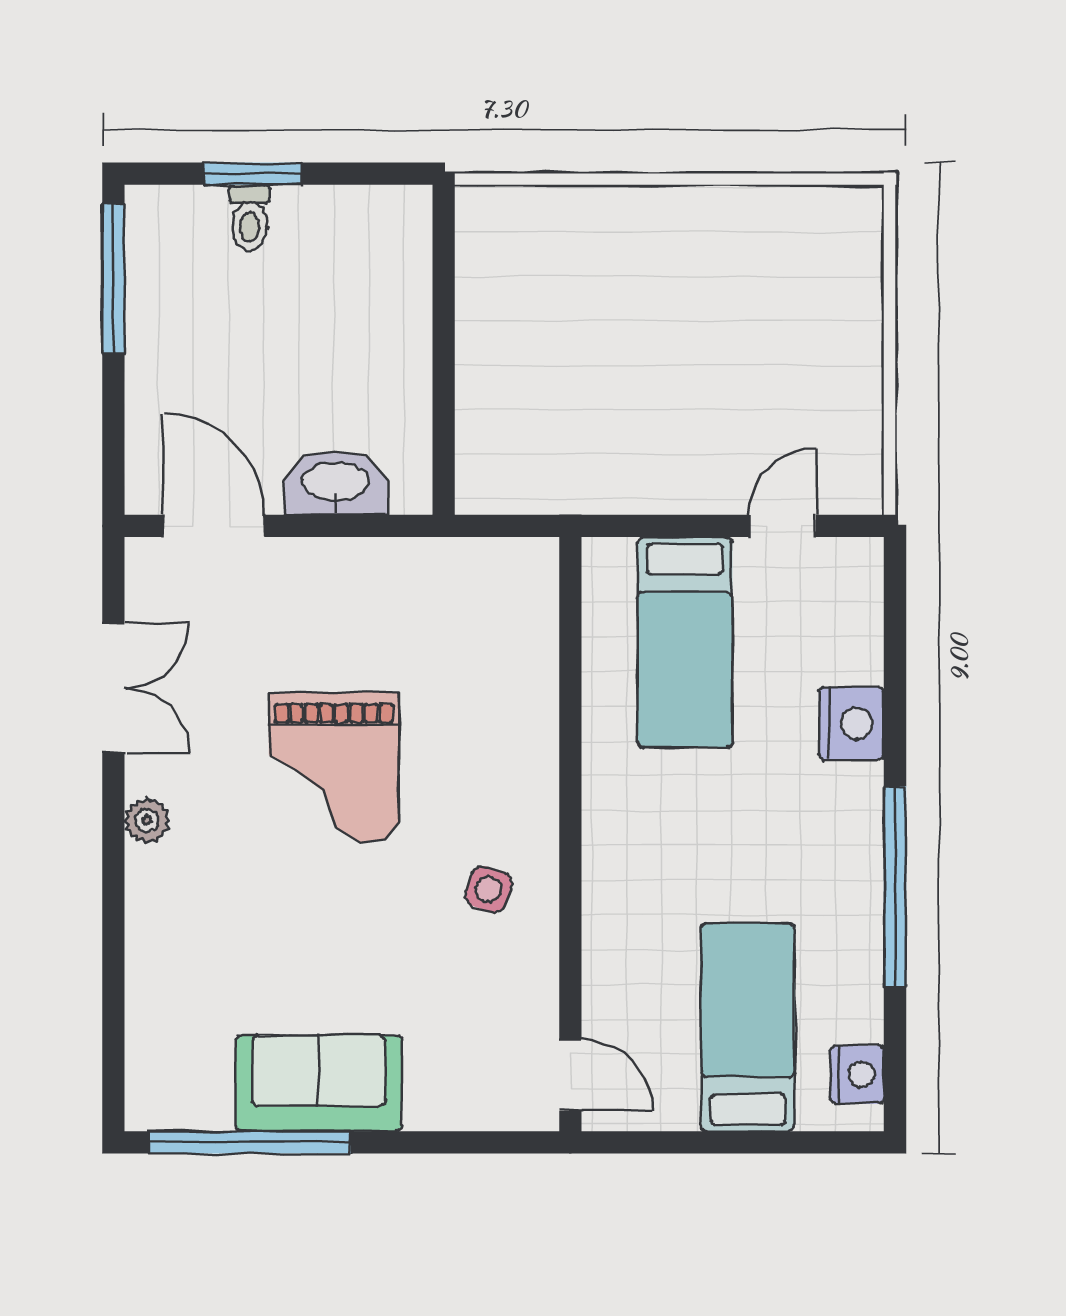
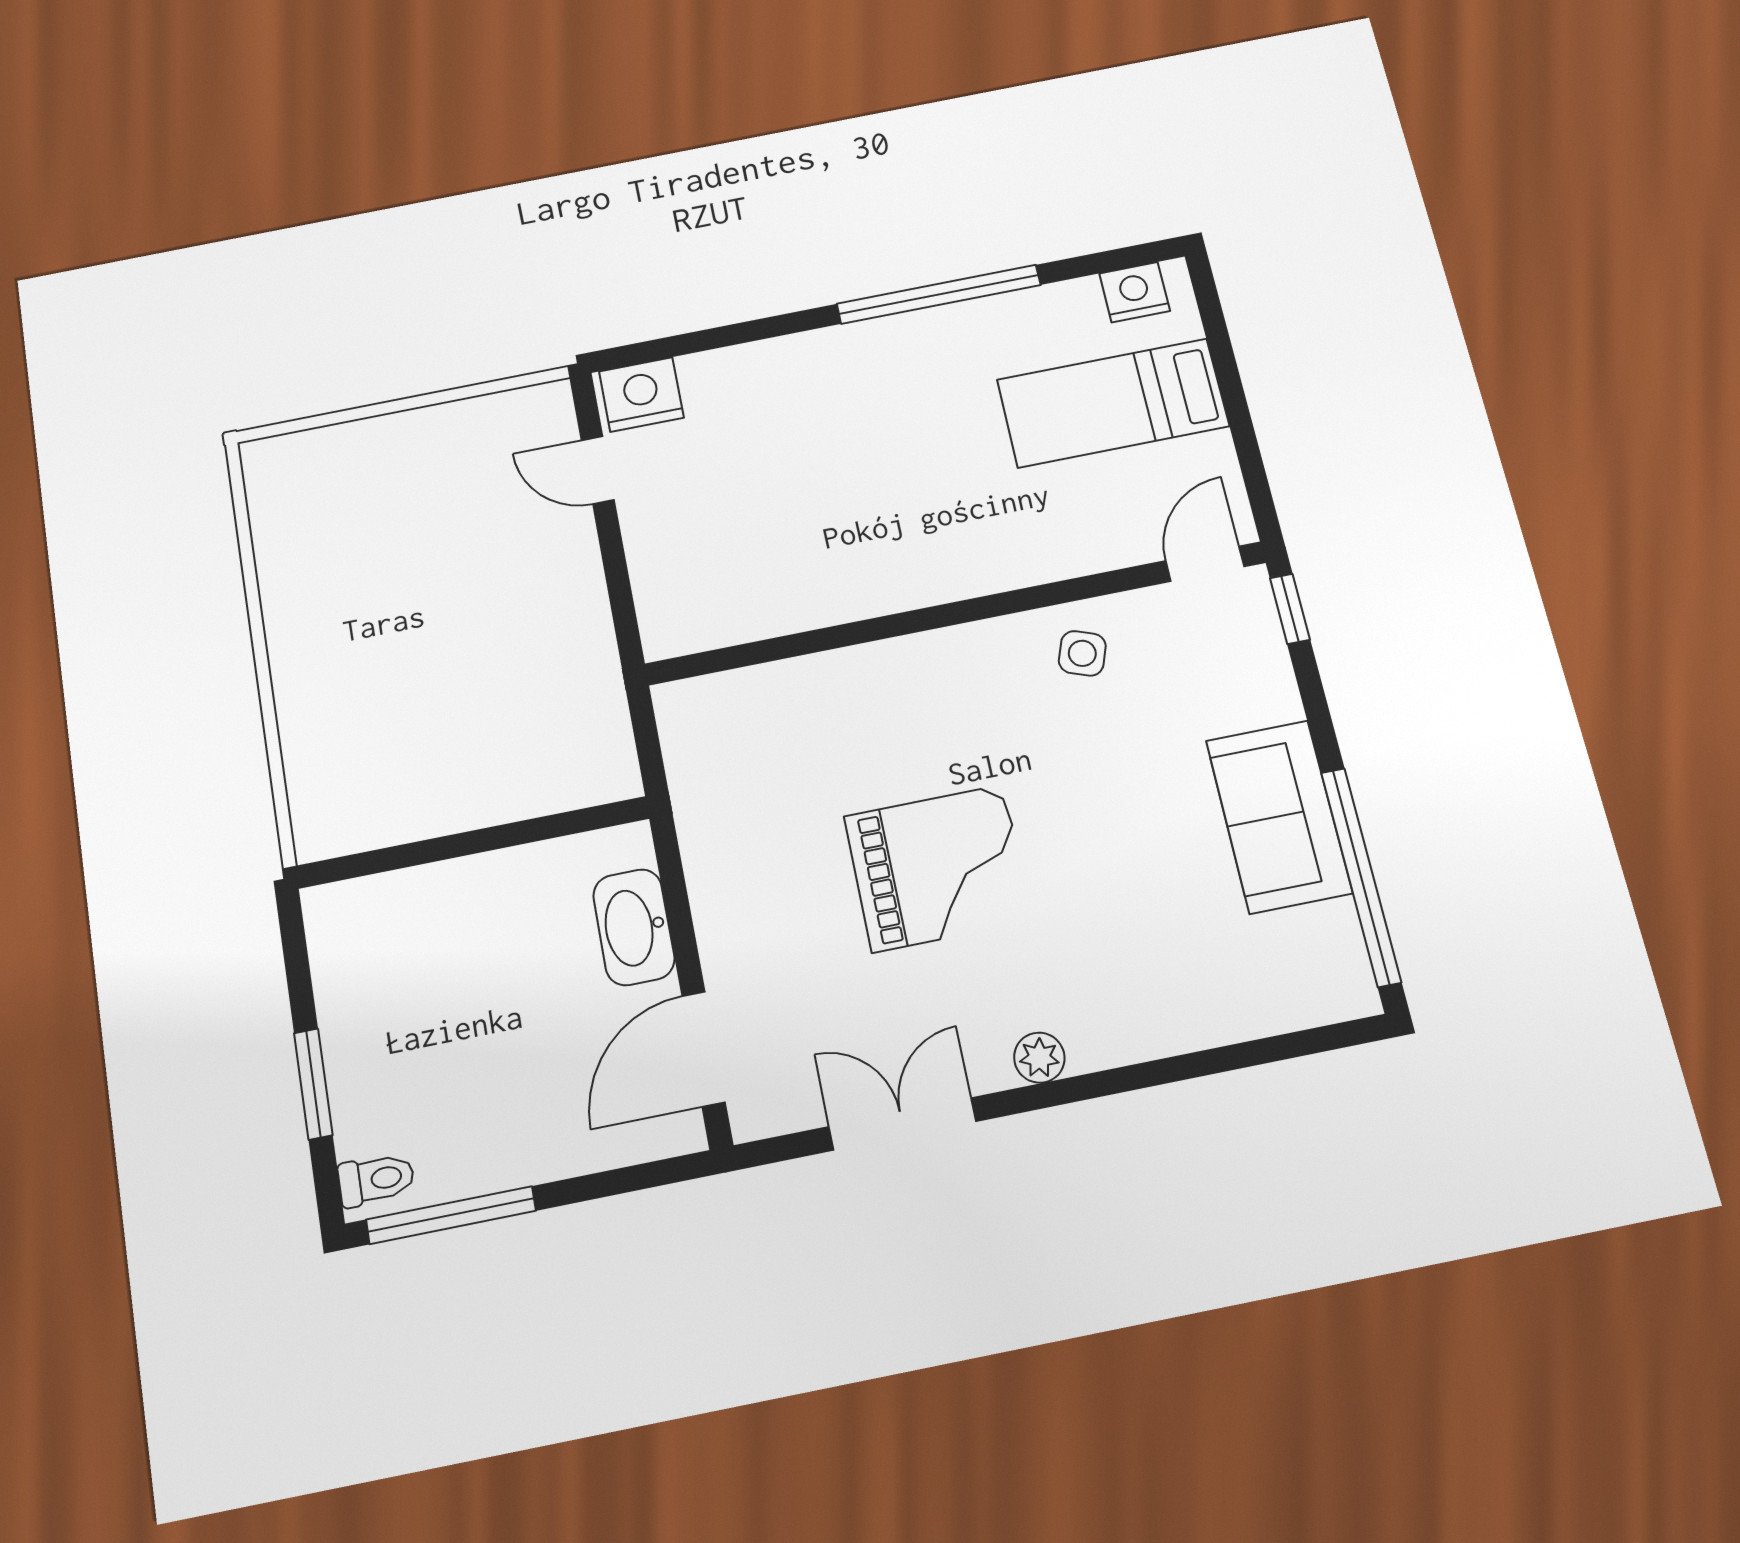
toilet: (249, 218) -> (376, 1180), moved
bed: (685, 642) -> (734, 540), removed
nightstand: (851, 724) -> (641, 395), moved
side table: (488, 889) -> (1082, 653), moved
window: (511, 1142) -> (1290, 609), added

